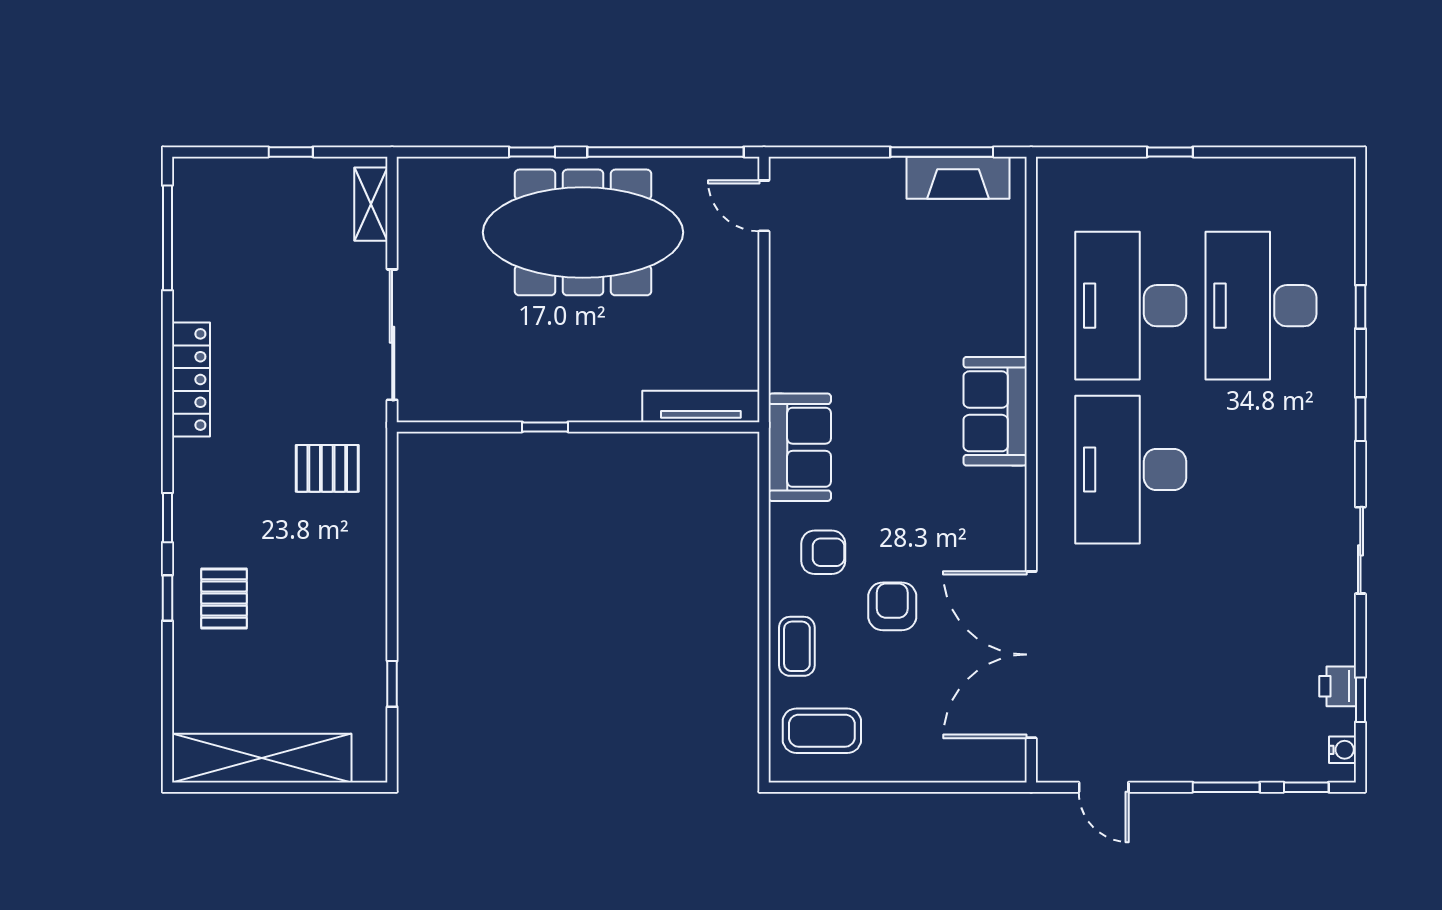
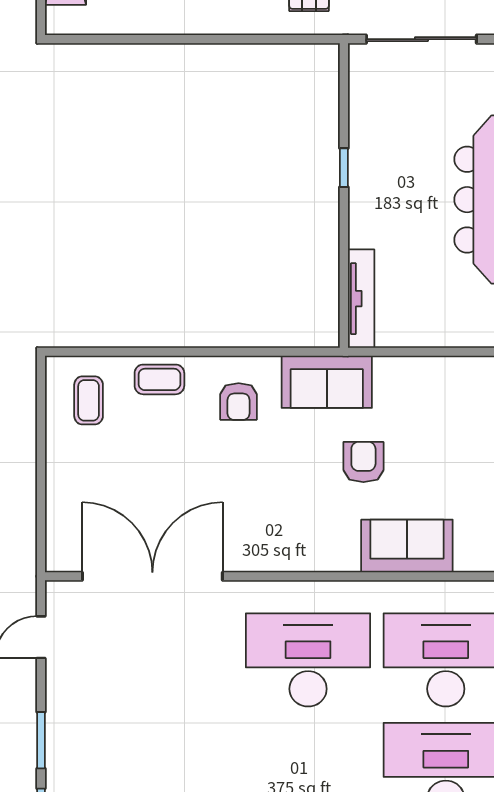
sofa: (995, 411) -> (407, 546), moved
armchair: (892, 606) -> (363, 462), moved, turned -90
window: (392, 684) -> (128, 39), removed
coffee table: (822, 731) -> (89, 400), width x0.73, depth x0.77

